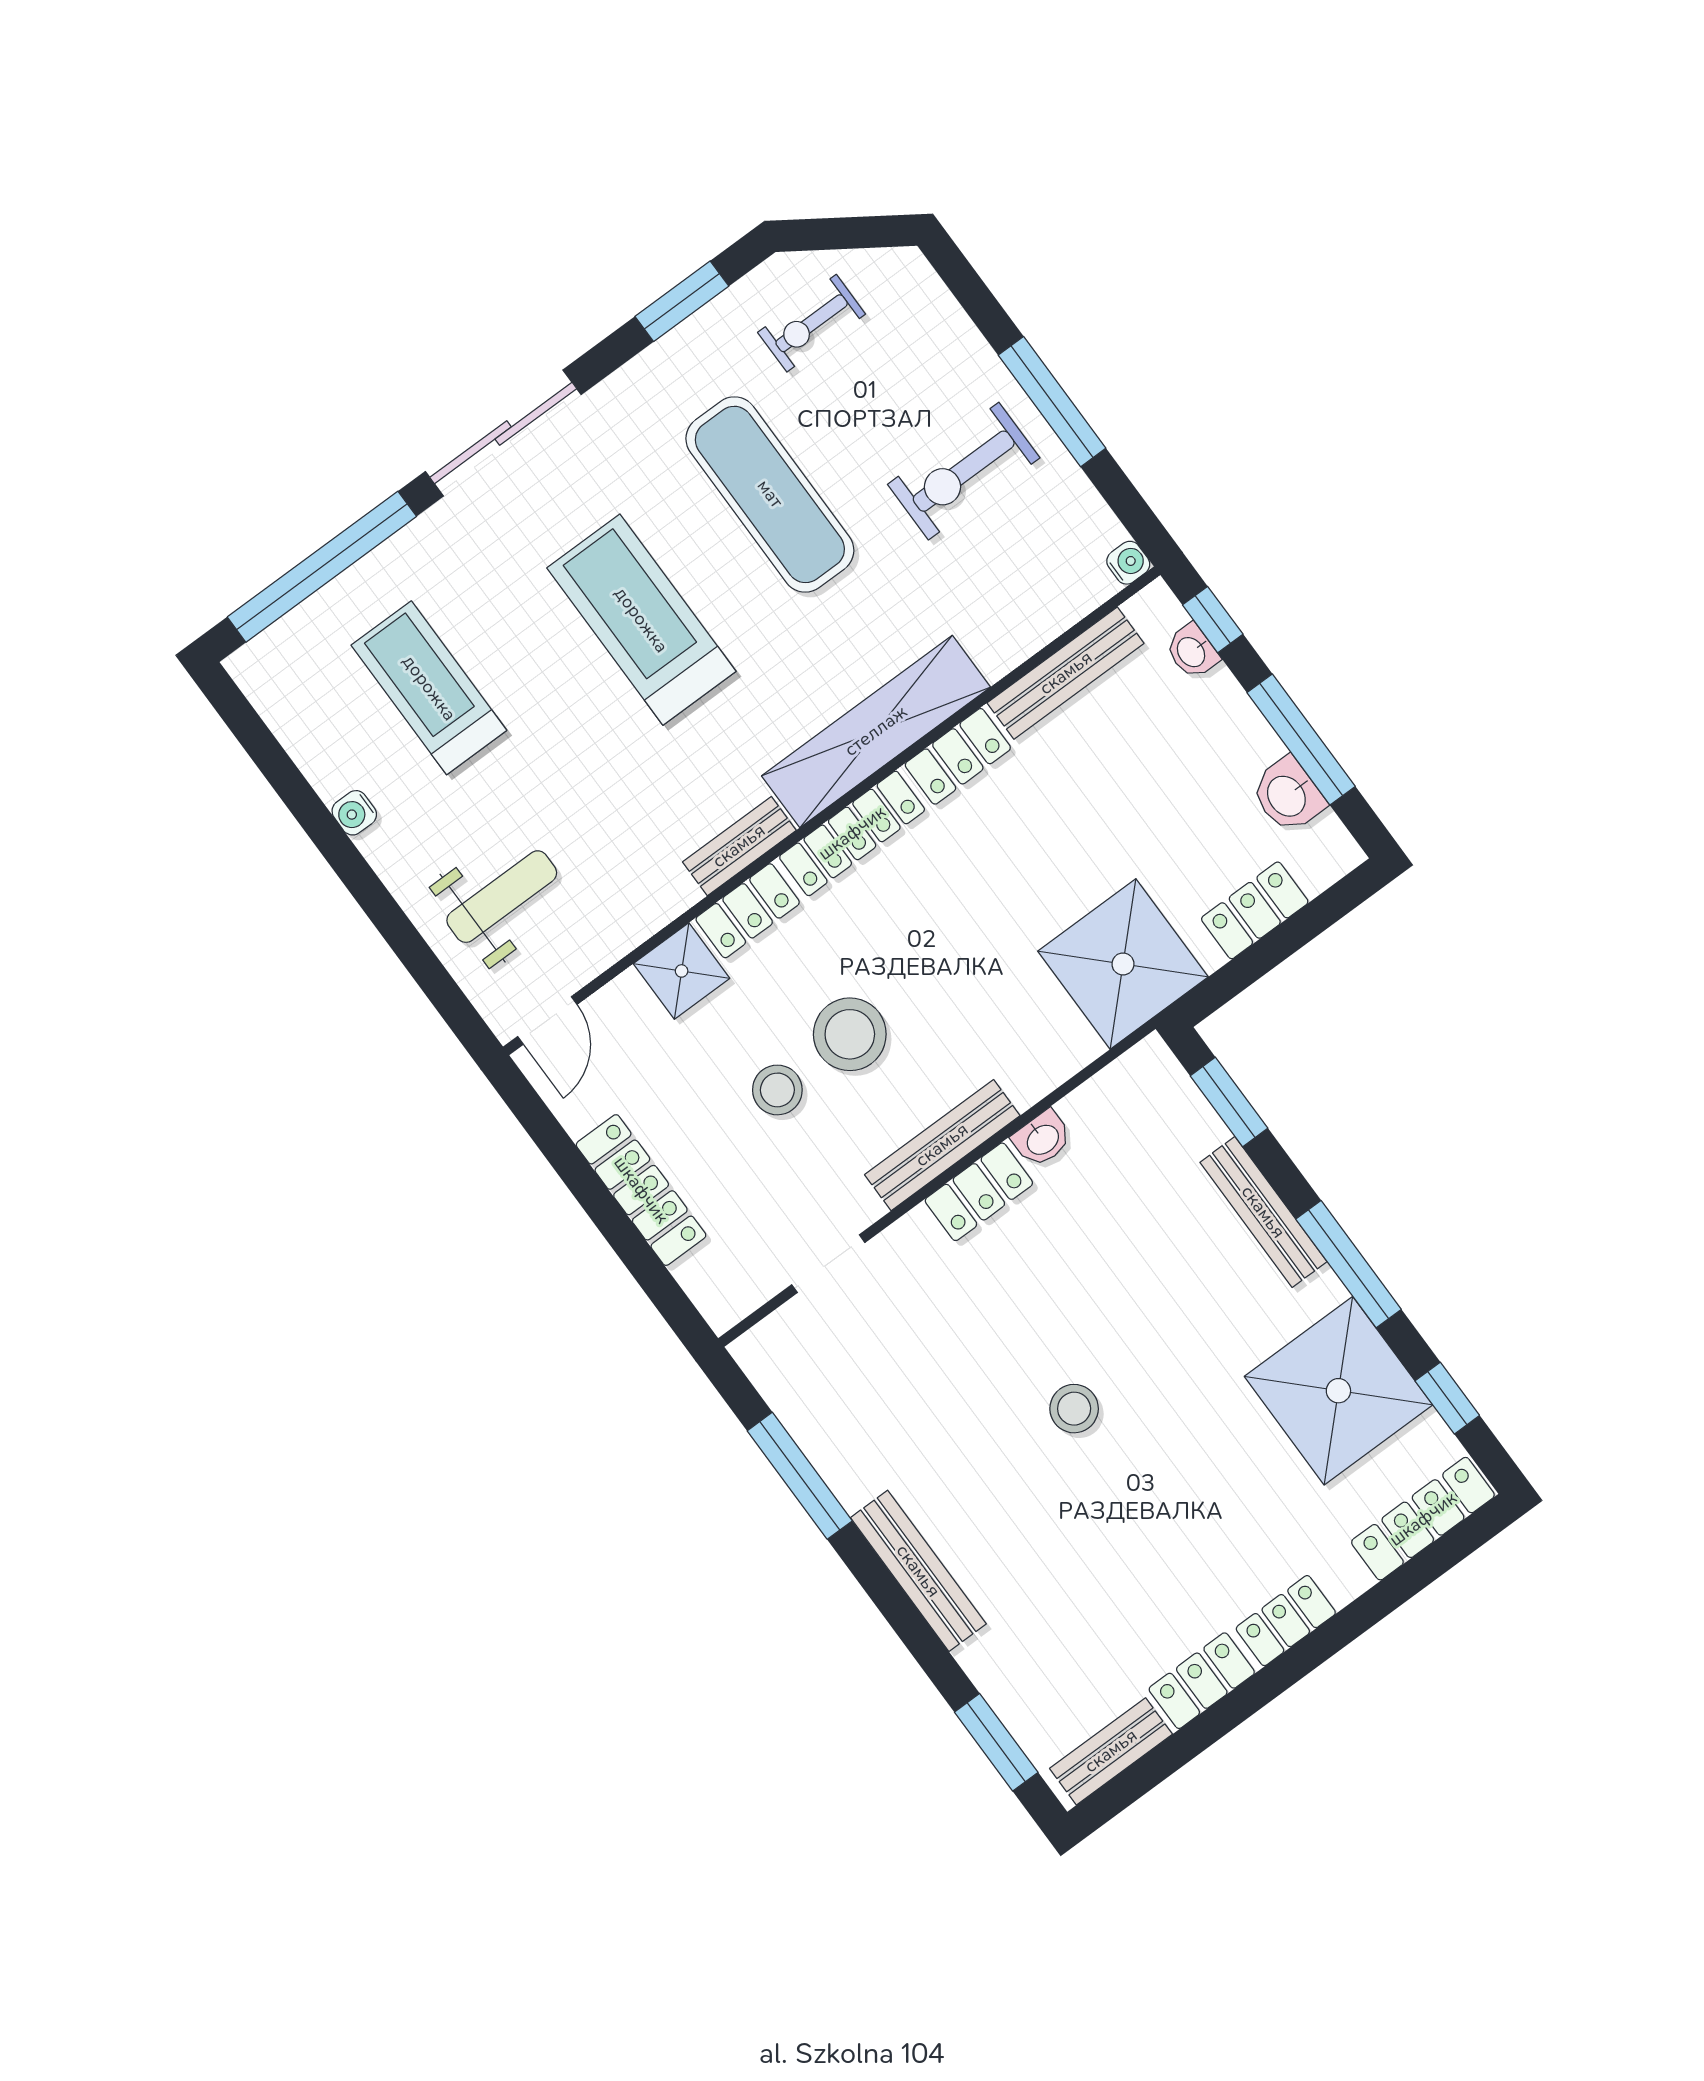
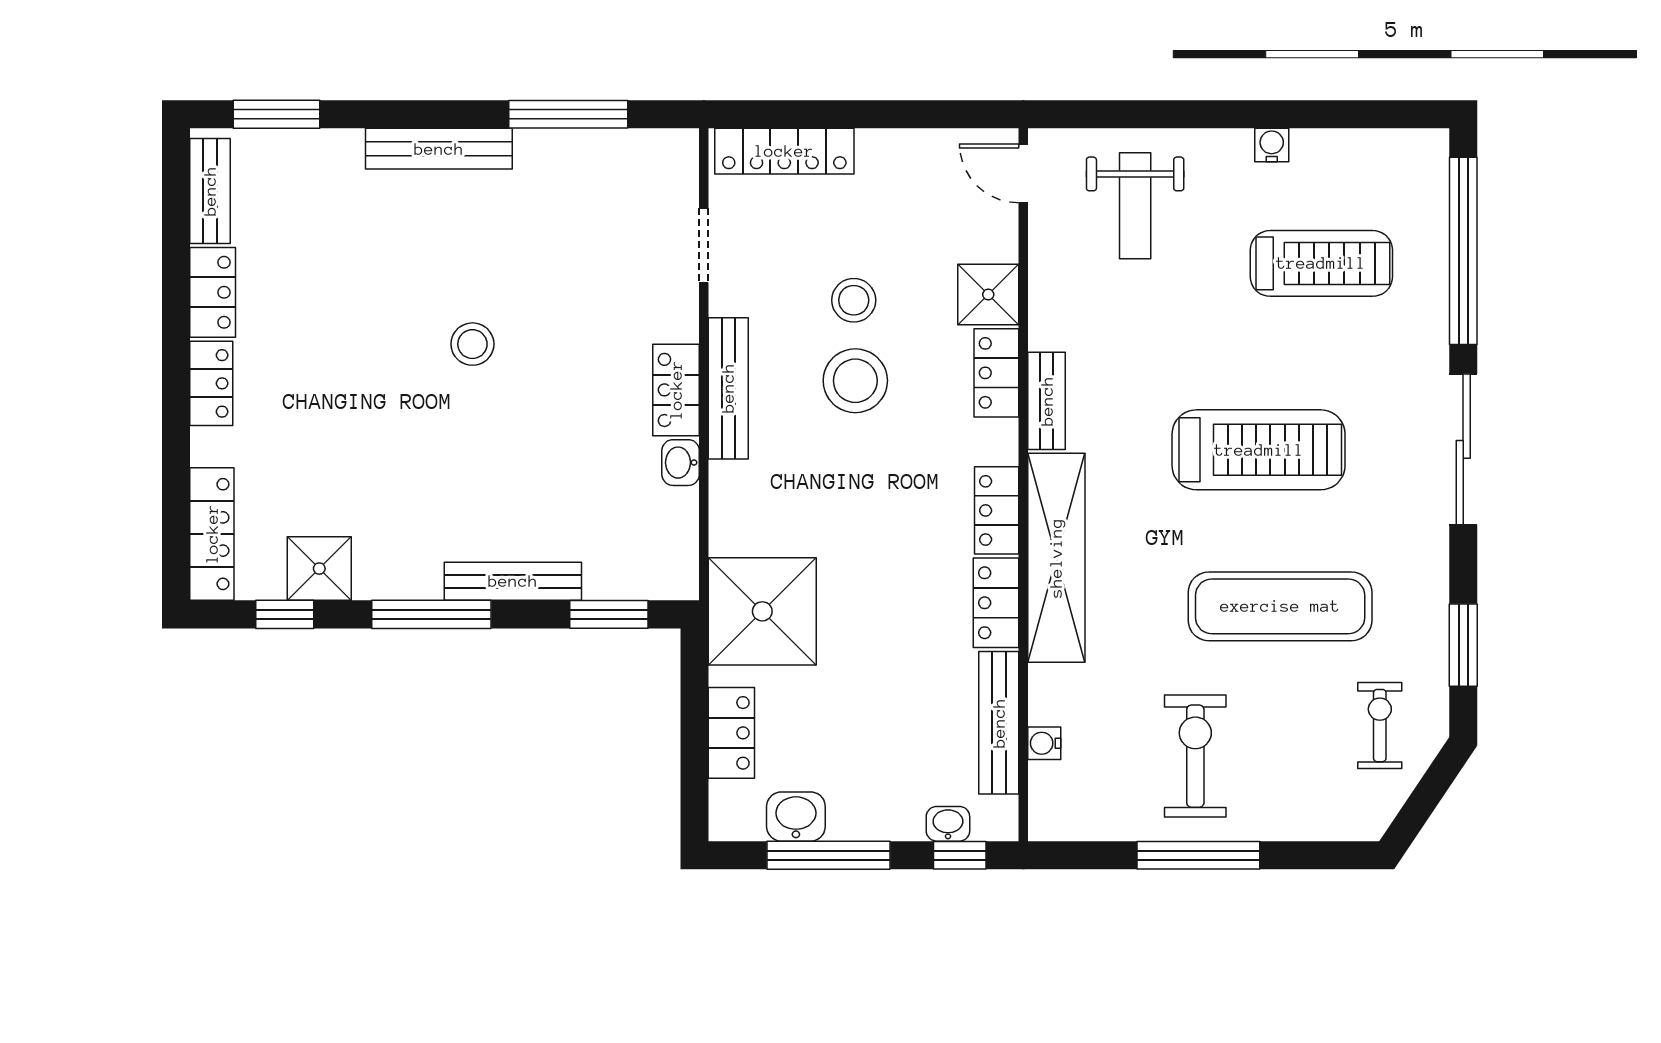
water cooler: (1128, 563) -> (1044, 743), moved, turned 90
locker: (852, 833) -> (997, 510), width x0.66
locker: (641, 1190) -> (784, 151), moved
shower: (1338, 1391) -> (319, 569), width x0.54, depth x0.54

